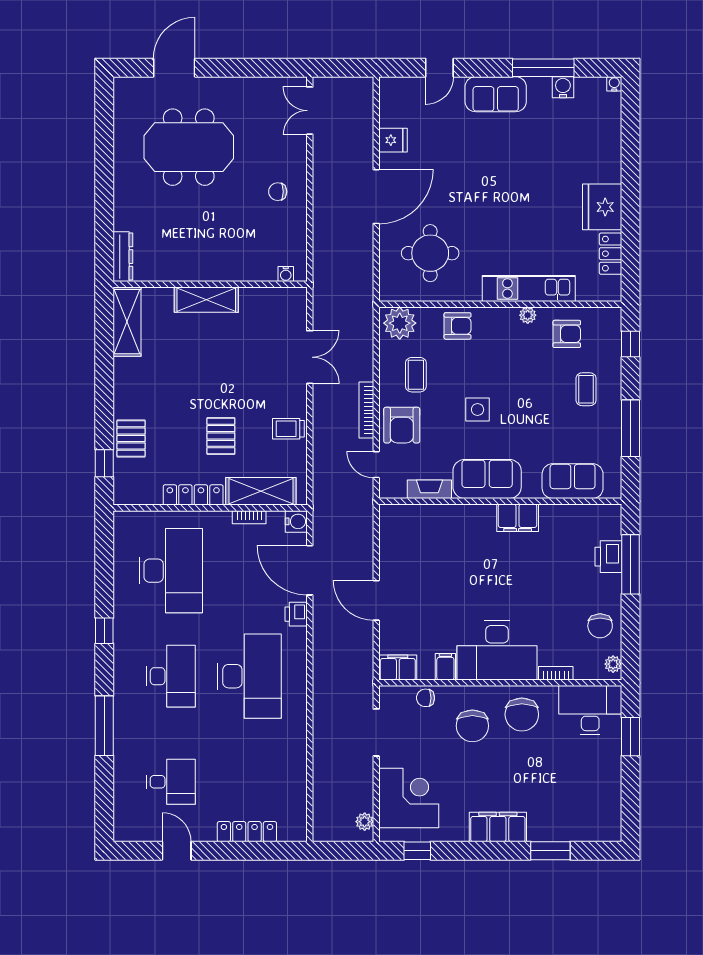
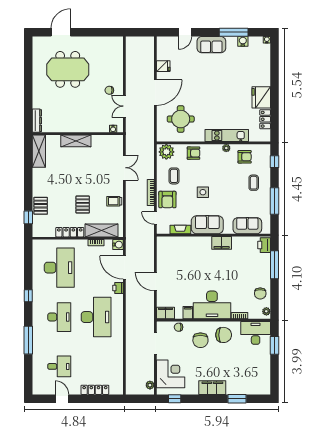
double door: (310, 111) -> (124, 106), moved
printer: (608, 557) -> (264, 245), moved
chair: (522, 714) -> (224, 335), turned -90

